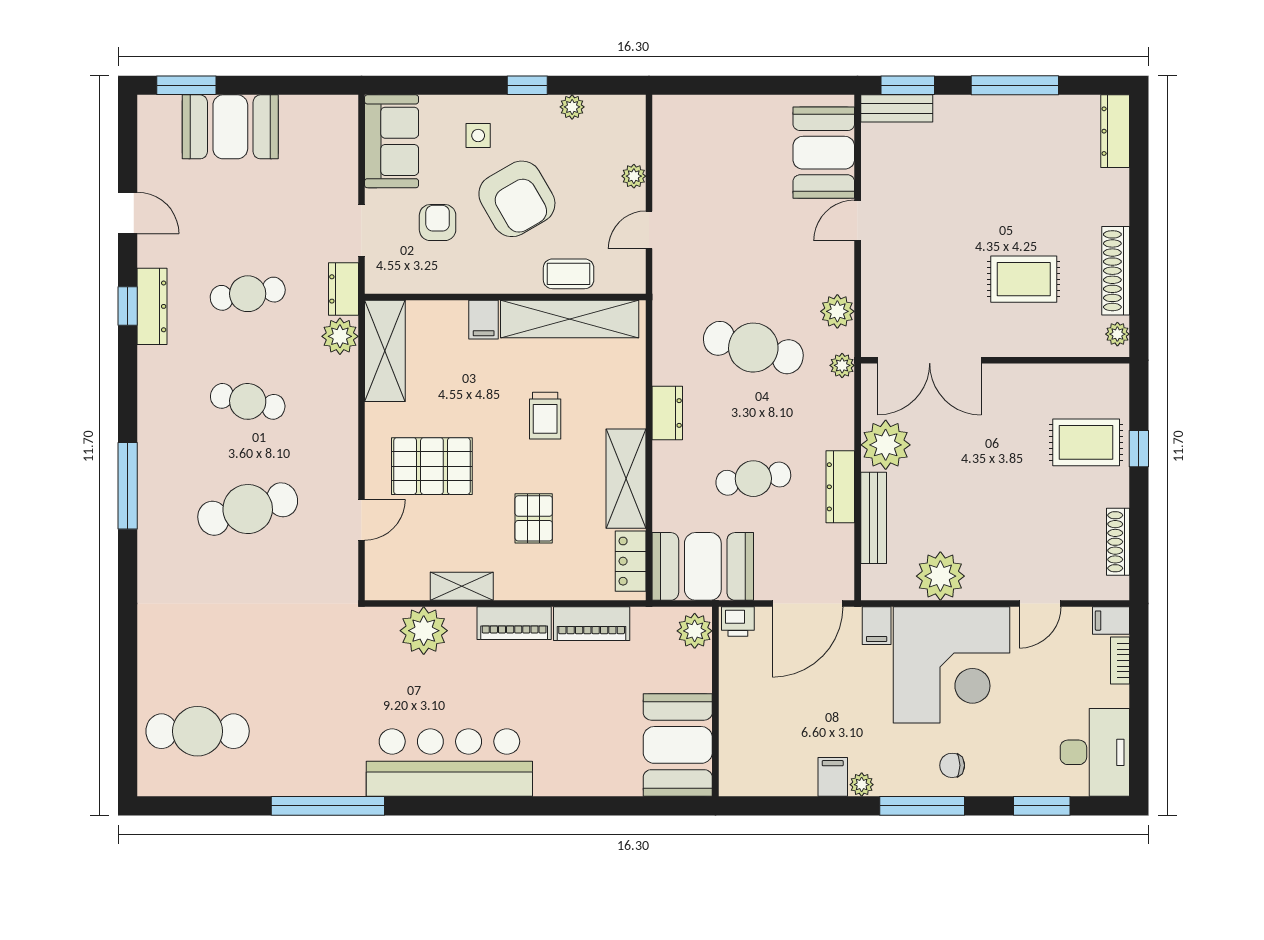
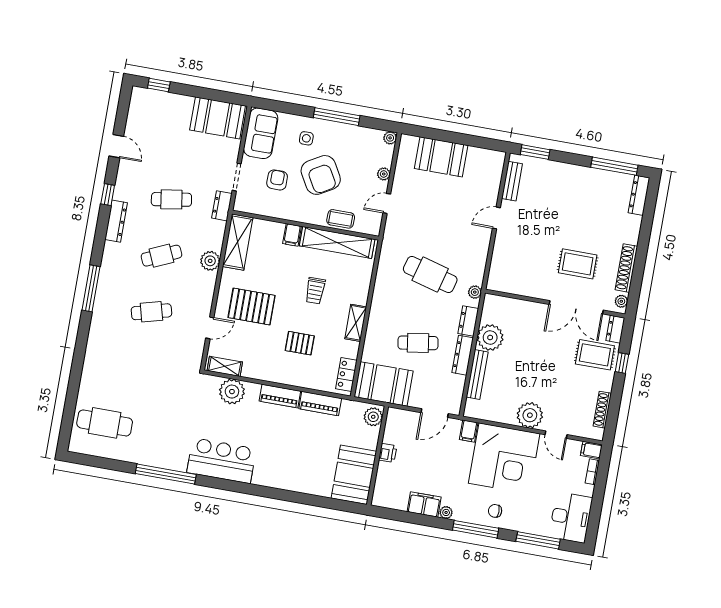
window: (186, 85) -> (159, 85), width x0.67
window: (527, 85) -> (337, 117), width x2.17
window: (1015, 85) -> (614, 166), moved
plant: (572, 107) -> (390, 138), moved
bench: (897, 108) -> (512, 181), moved, turned 90
booth: (230, 127) -> (218, 118), moved
booth: (824, 153) -> (441, 157), moved, turned 90
dresser: (152, 306) -> (116, 221), moved
plant: (837, 311) -> (477, 263), removed
plant: (340, 336) -> (210, 261), moved
double door: (930, 360) -> (576, 307), moved
dresser: (1116, 388) -> (615, 329), added
cafe table: (248, 401) -> (161, 256), turned -36
dresser: (667, 413) -> (468, 321), moved, turned 180
shelving: (626, 479) -> (356, 323), width x0.67, depth x0.75
cafe table: (248, 509) -> (151, 312), width x0.73, depth x0.74
pallet: (534, 518) -> (300, 343), turned 90
plant: (940, 576) -> (530, 415), moved
shelving: (462, 586) -> (225, 366), moved
door: (808, 604) -> (435, 413), width x0.73
door: (1040, 604) -> (556, 435), hinge flipped
printer: (738, 621) -> (388, 453), moved, turned -90
bar counter: (449, 762) -> (222, 461), width x0.73
filing cabinet: (833, 777) -> (424, 504), width x2.00
window: (1042, 806) -> (538, 540), width x1.44

